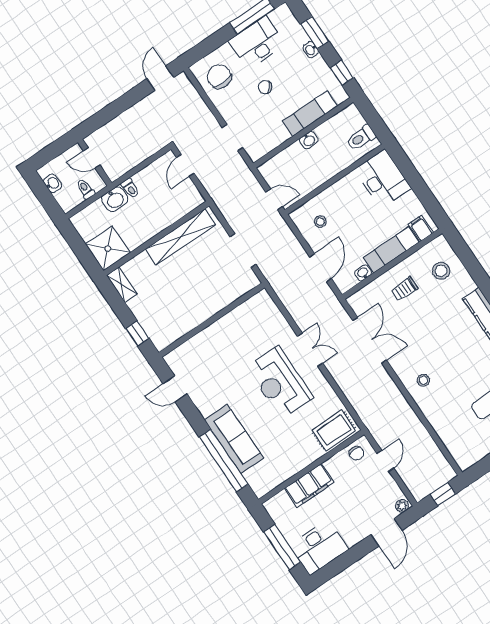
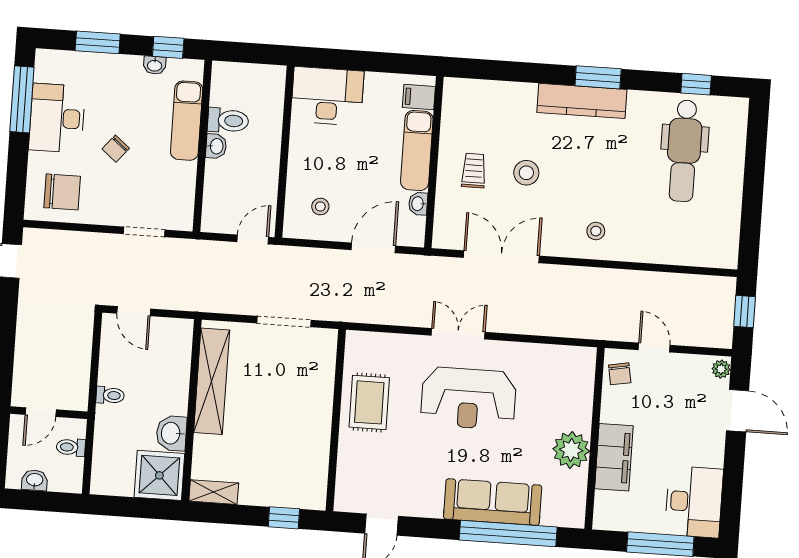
washbasin: (311, 50) -> (155, 65), moved
chair: (219, 77) -> (62, 192), turned 180
toilet: (361, 138) -> (228, 121), moved, turned -90
washbasin: (115, 199) -> (171, 433), moved, turned 180
door: (320, 268) -> (373, 248), hinge flipped
stool: (441, 271) -> (526, 173), moved
trolley: (404, 289) -> (474, 171), turned 180
rug: (334, 430) -> (369, 402), moved
chair: (357, 453) -> (620, 374), turned 80
plant: (295, 459) -> (571, 450), added

